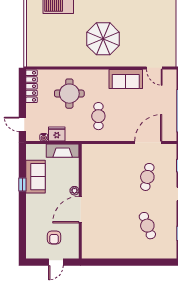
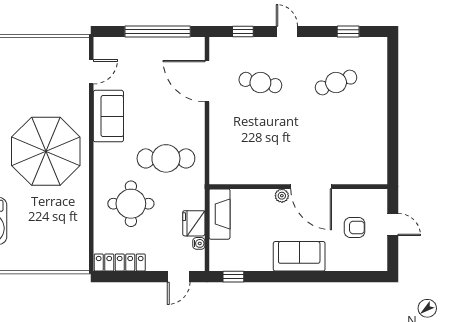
parasol: (103, 39) -> (46, 151), width x1.36, depth x1.36
cafe table: (98, 116) -> (166, 158), width x1.37, depth x1.35
sofa: (35, 177) -> (299, 256), moved
window: (22, 184) -> (233, 277), moved

